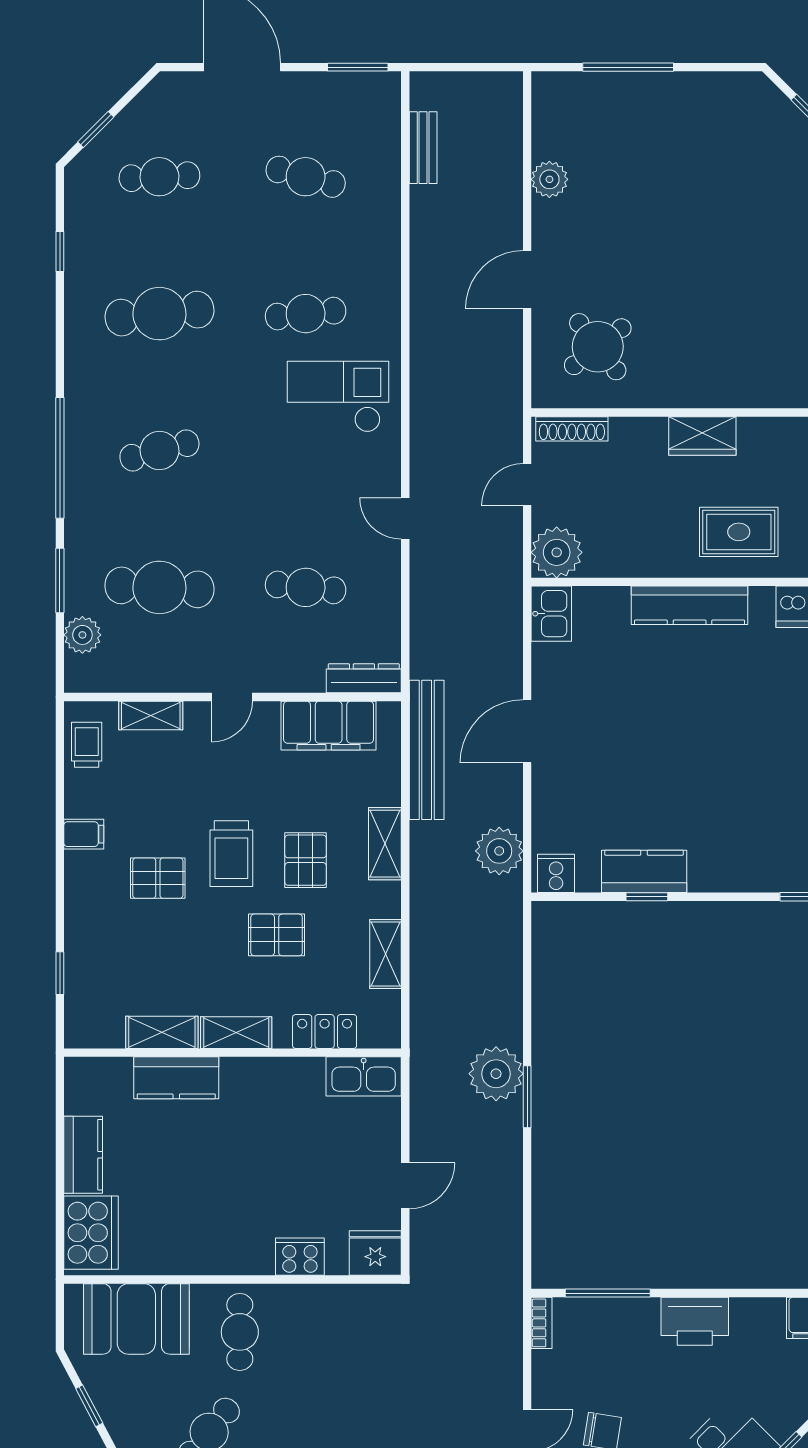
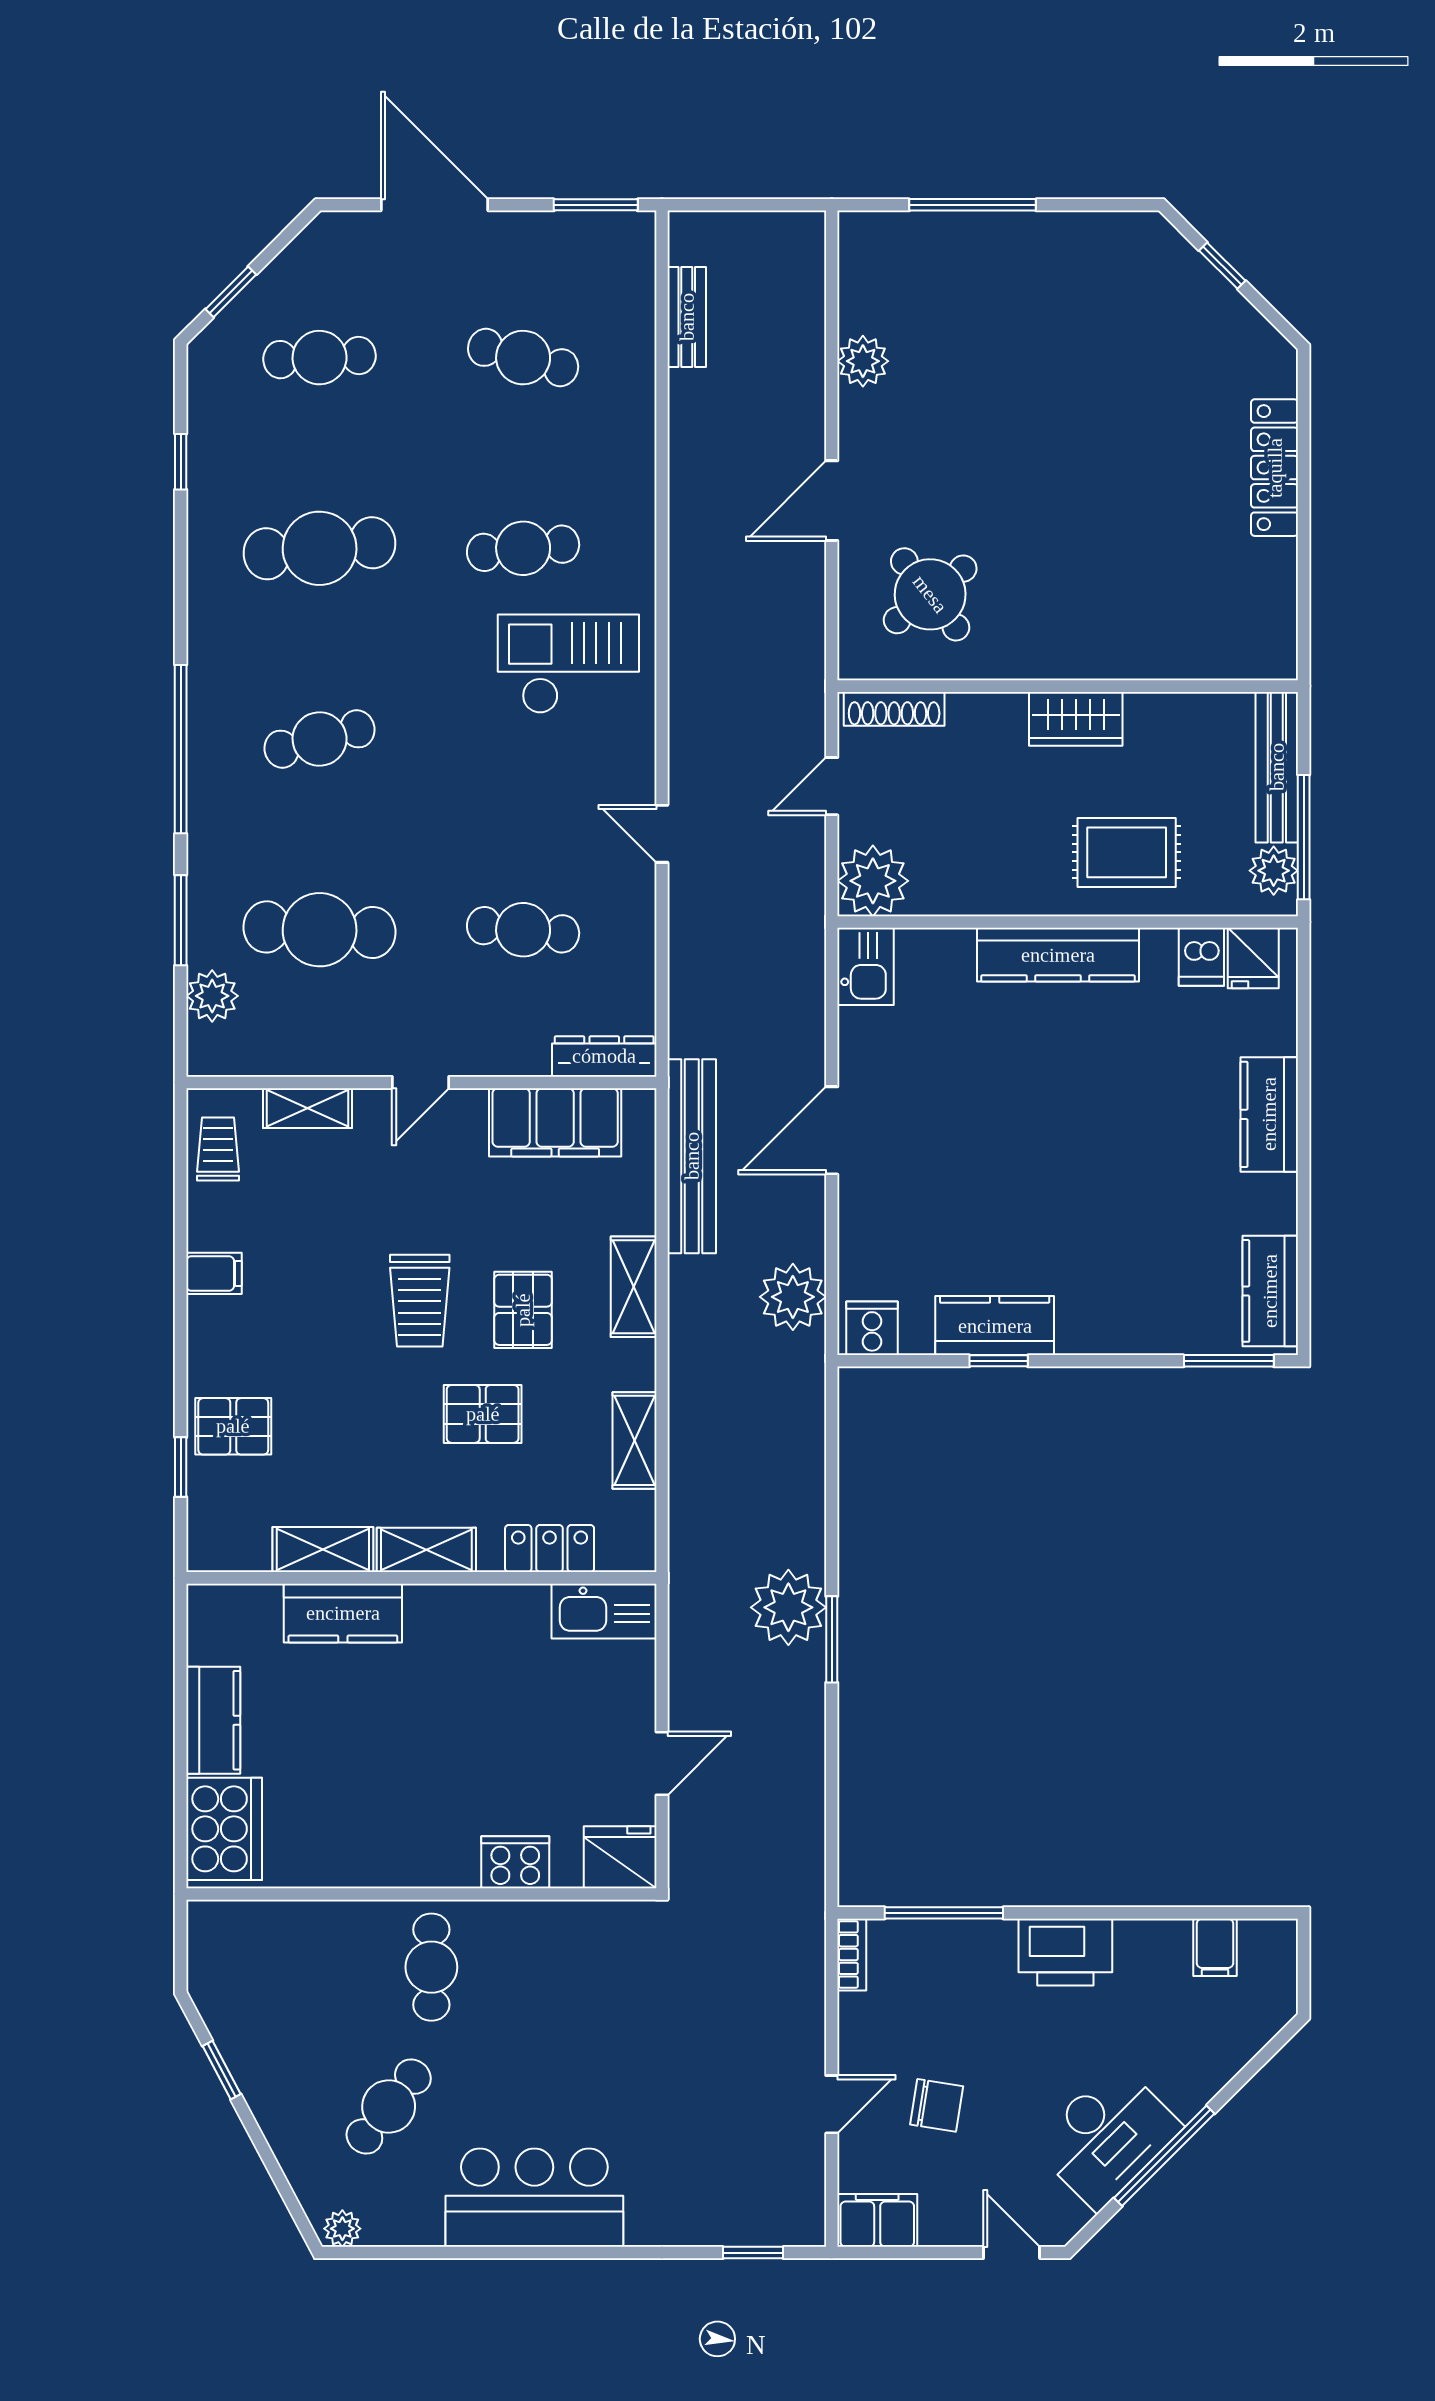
pallet: (158, 878) -> (233, 1426), moved
booth: (136, 1319) -> (287, 1949), removed

